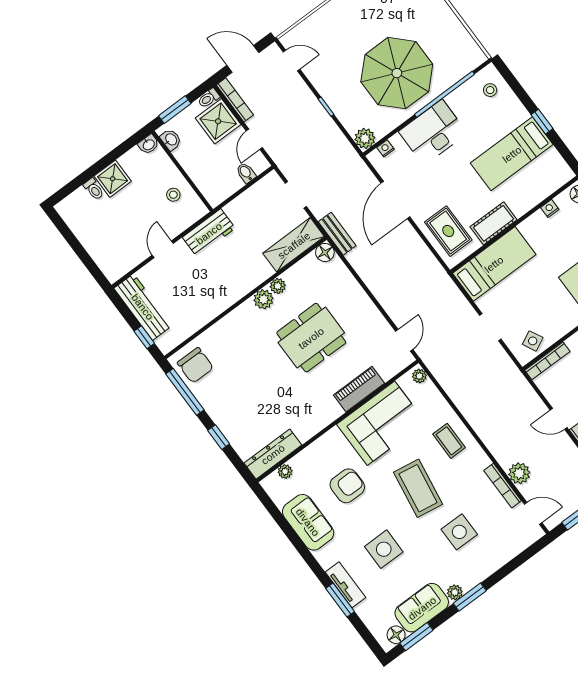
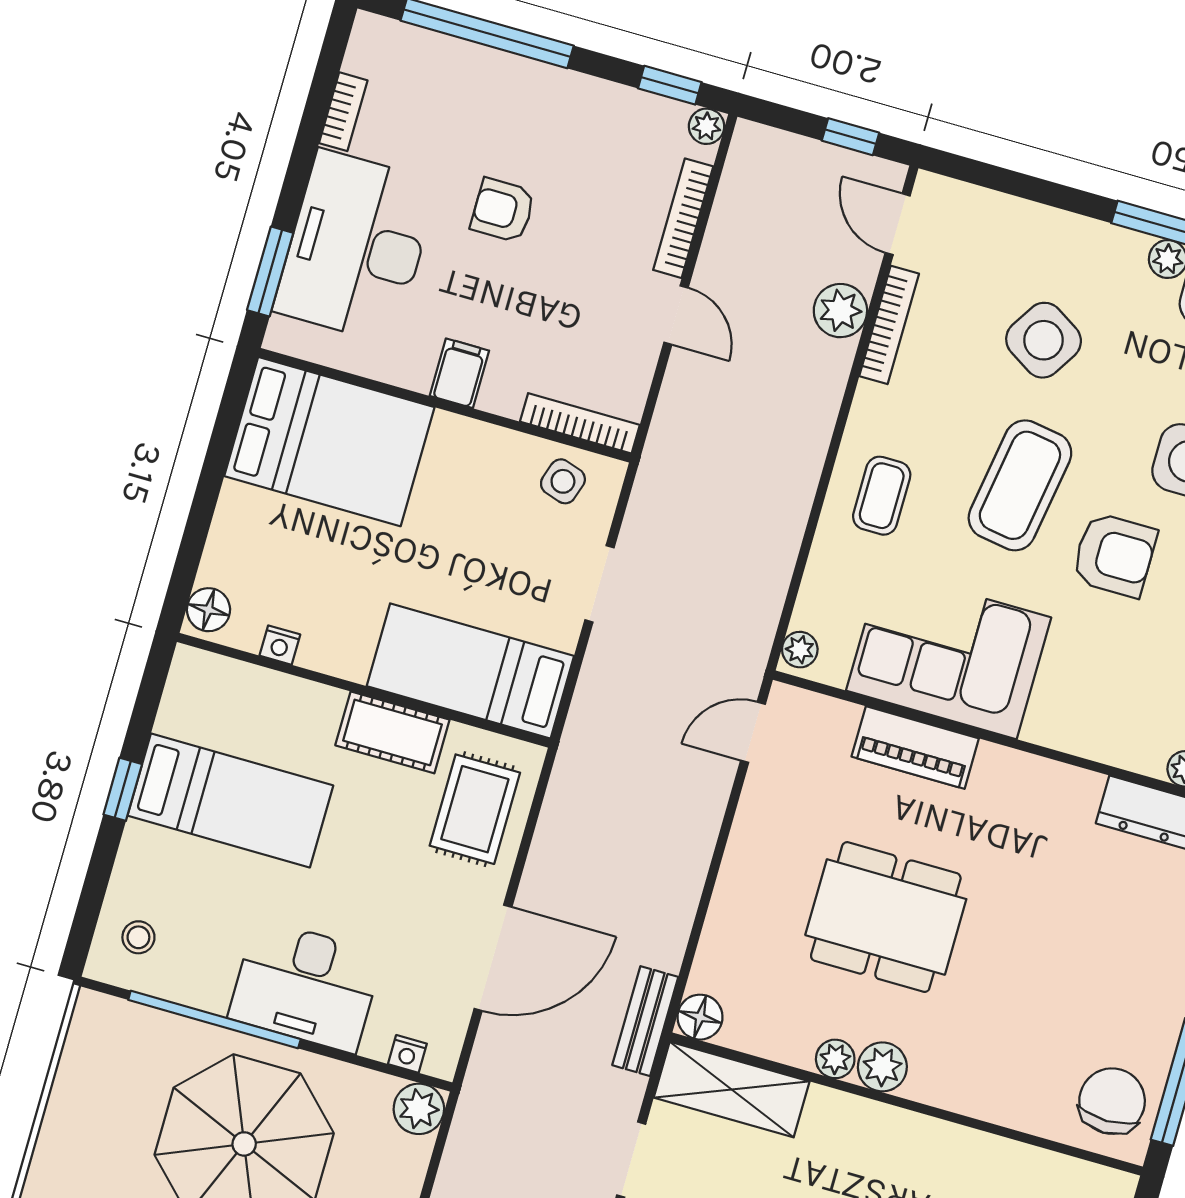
side table: (533, 341) -> (563, 481), turned 45
armchair: (347, 486) -> (1114, 555), moved, turned 180
side table: (459, 532) -> (1044, 340), turned 32

